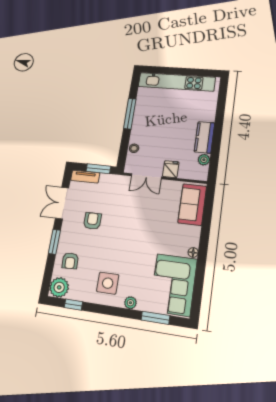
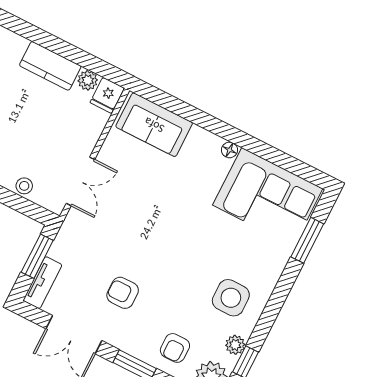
fridge: (171, 169) -> (107, 95), moved, turned -90
armchair: (70, 261) -> (175, 348), turned 93
plant: (130, 303) -> (235, 345), moved

